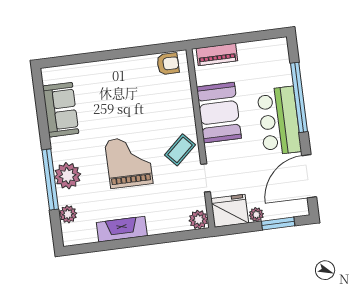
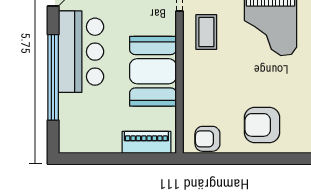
armchair: (125, 80) -> (262, 125), added
coffee table: (180, 150) -> (206, 32), turned -48

